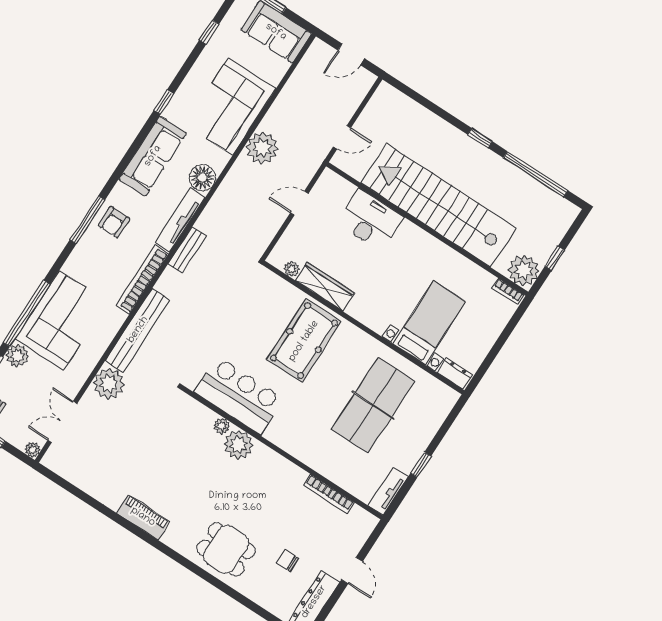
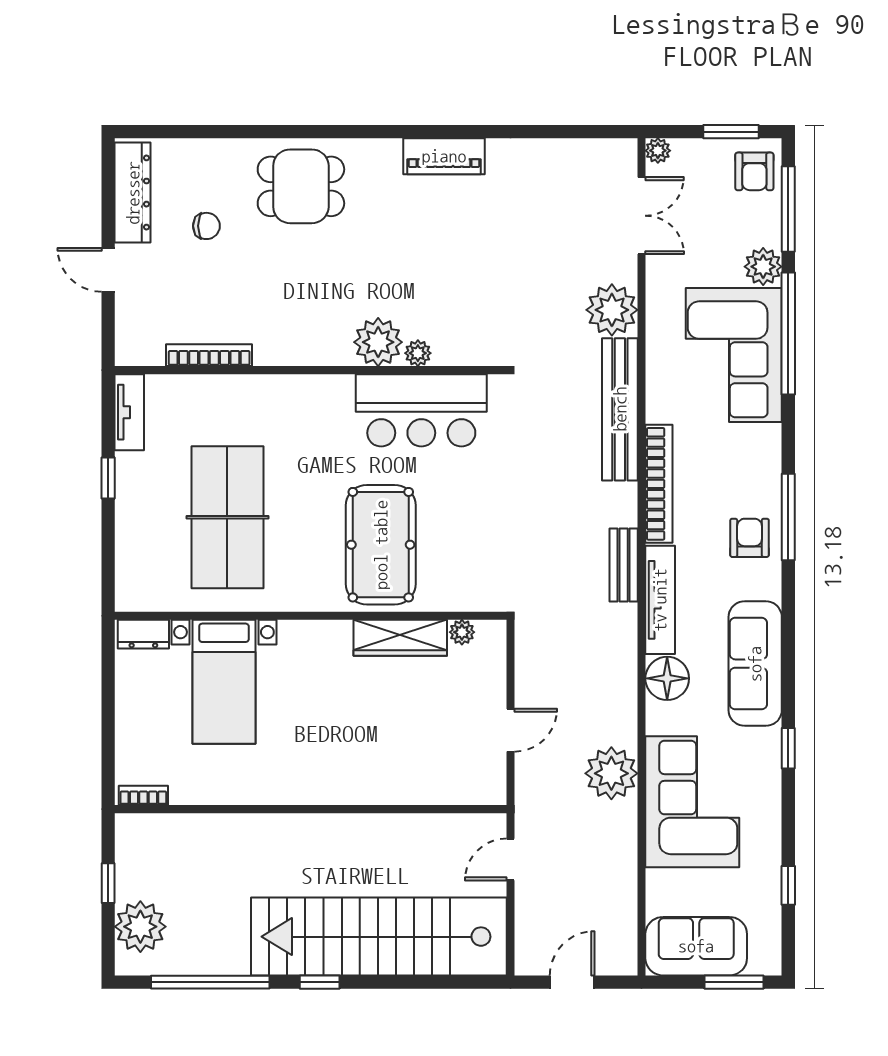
stairs: (439, 205) -> (379, 937), moved, turned 180
desk: (370, 220) -> (398, 770), removed
plant: (524, 270) -> (140, 927), moved

